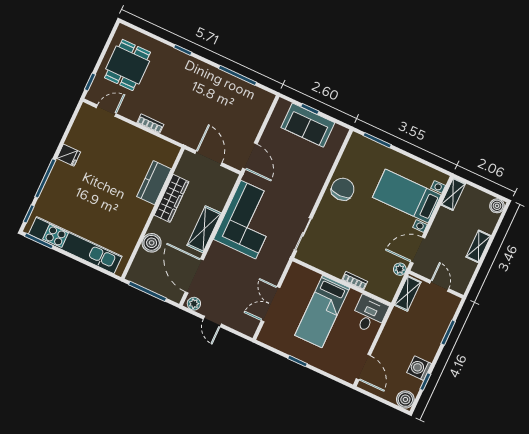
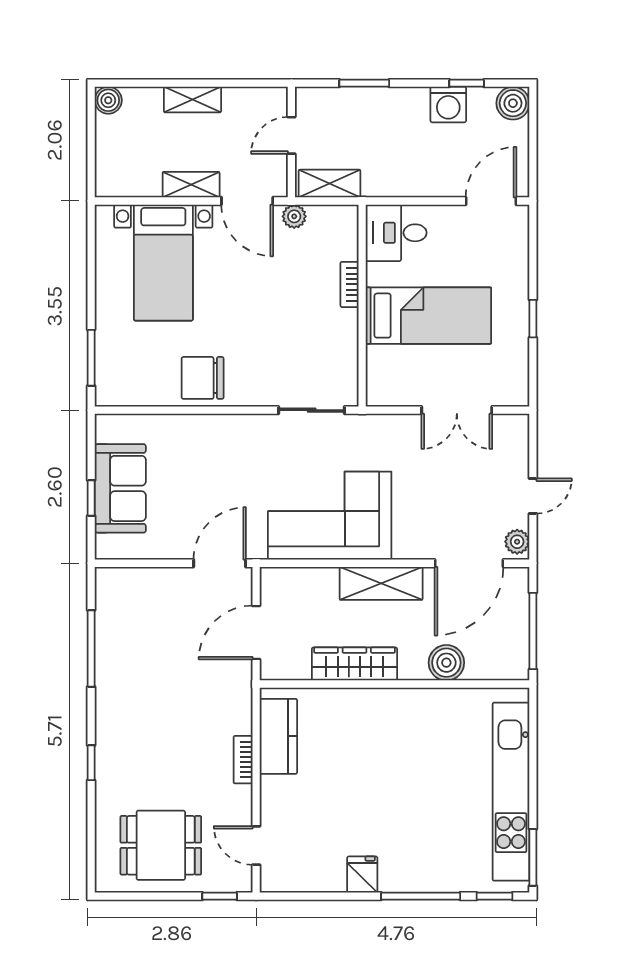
kitchen counter: (154, 183) -> (278, 736), moved, turned -90
shelving: (453, 194) -> (191, 185), moved

